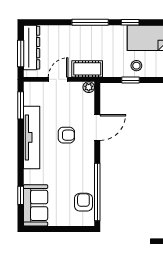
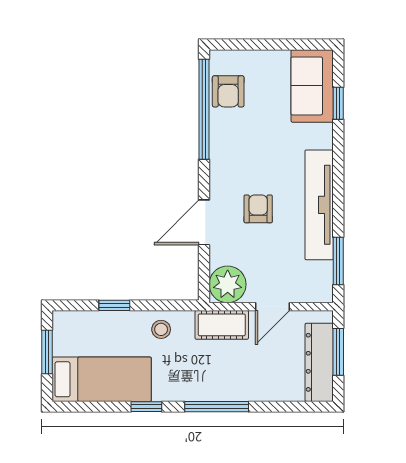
stool: (136, 66) -> (161, 329), moved
window: (131, 80) -> (114, 305), moved
plant: (89, 87) -> (228, 284), width x1.87, depth x1.87
armchair: (66, 135) -> (258, 209), turned 90

